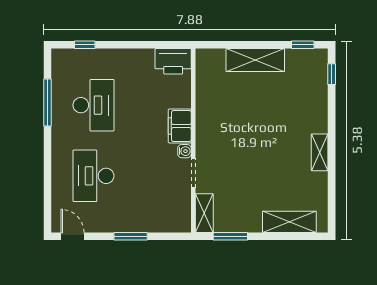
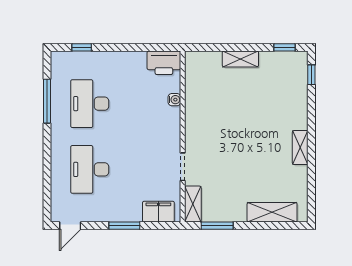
shelving: (255, 60) -> (240, 59), width x0.67, depth x0.75
desk: (93, 105) -> (90, 104), turned 180
filing cabinet: (180, 126) -> (158, 212), moved, turned 90
water cooler: (184, 151) -> (174, 100), moved
door: (72, 236) -> (70, 226), swing flipped

